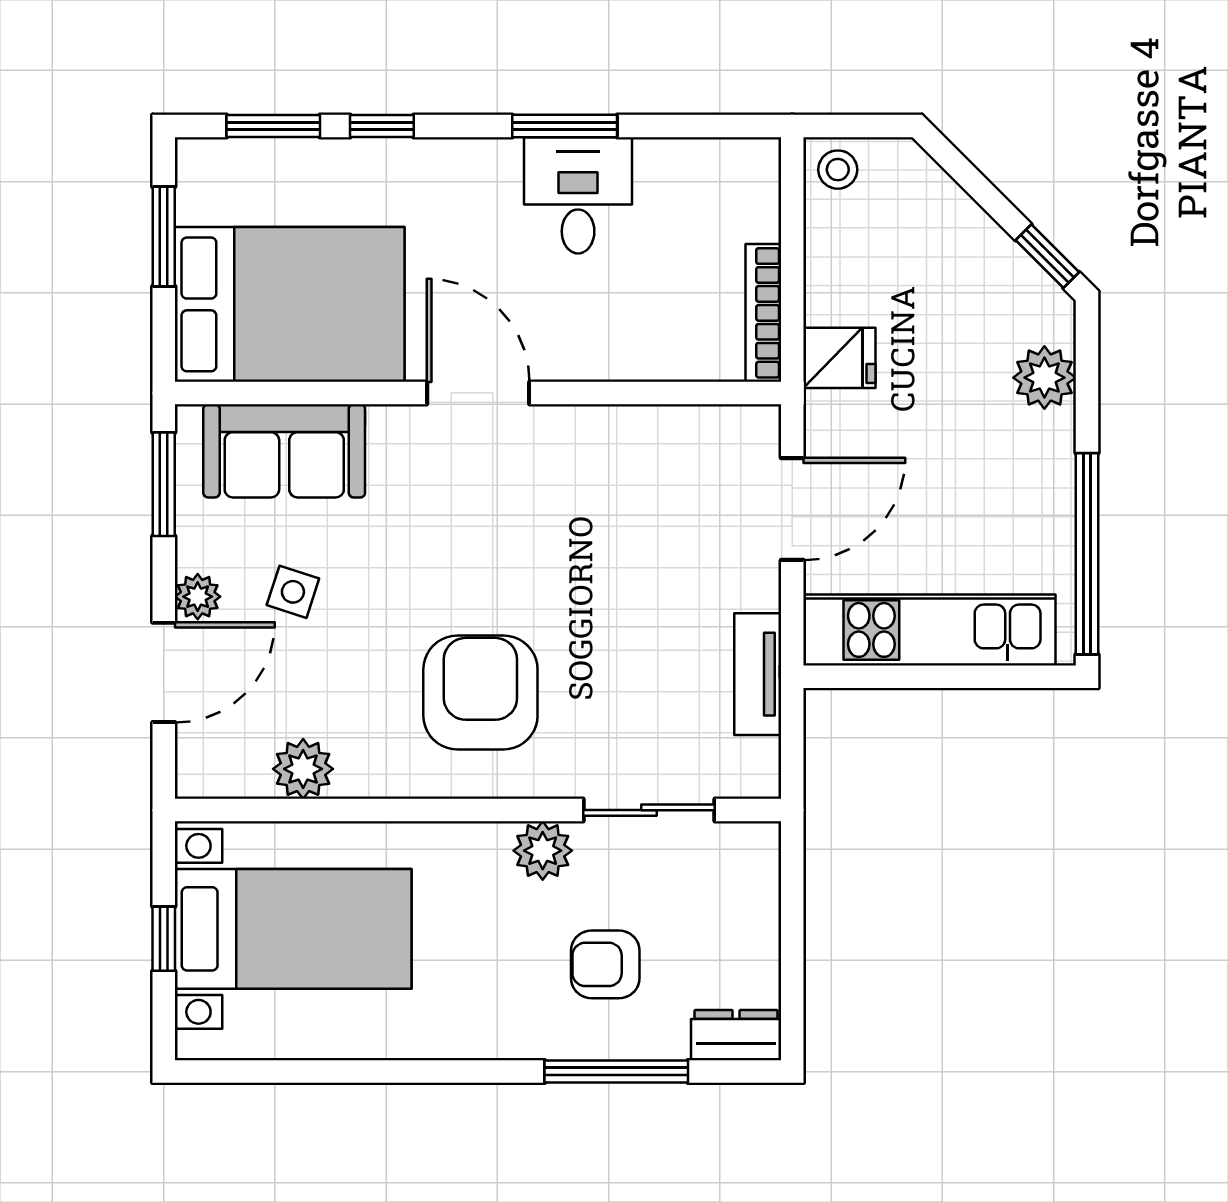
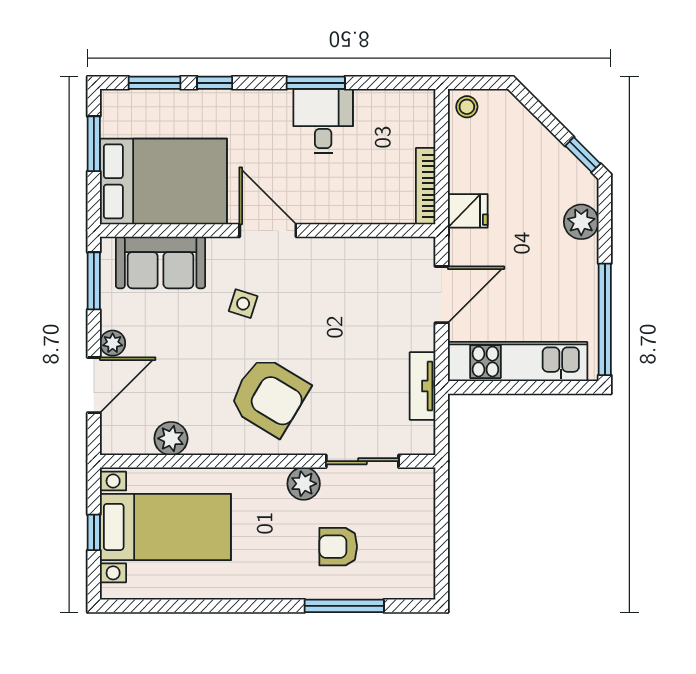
side table: (293, 592) -> (243, 304), moved
armchair: (480, 693) -> (269, 396), turned 121
dresser: (736, 1035) -> (411, 586), removed

